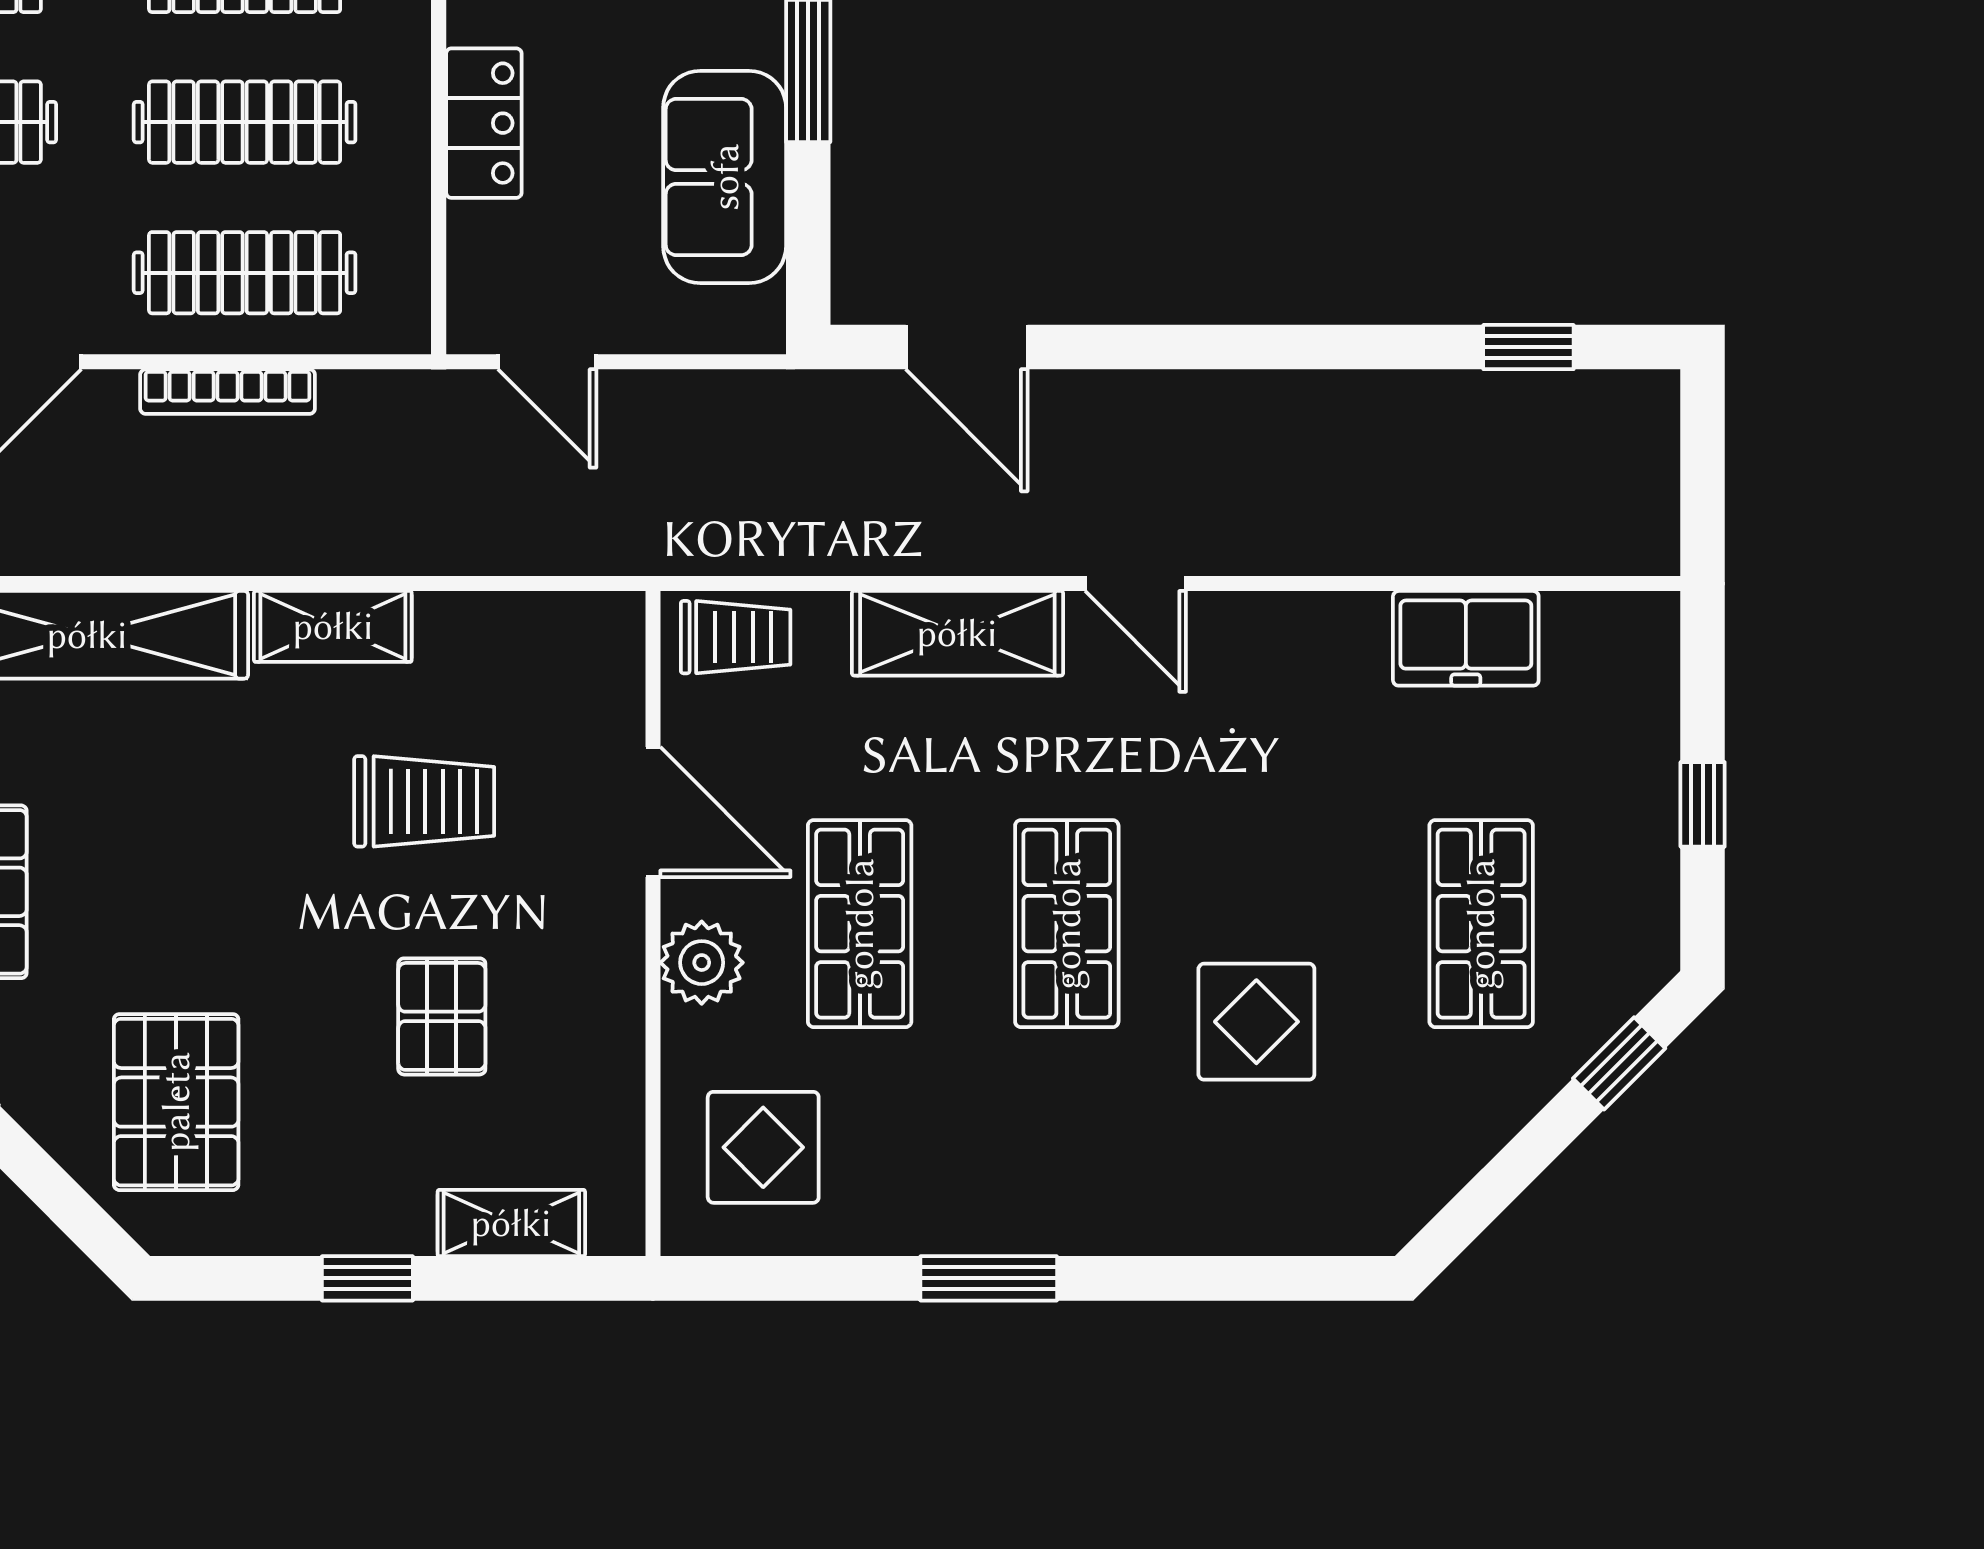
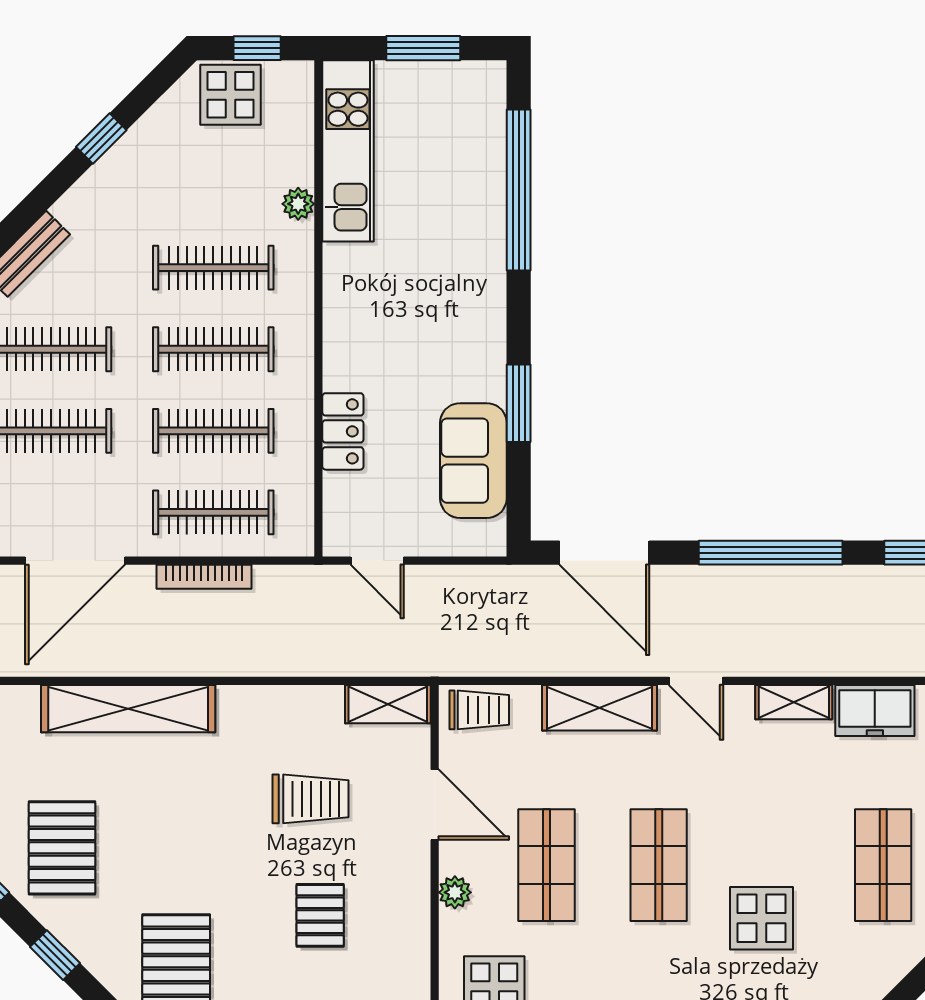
door: (967, 347) -> (604, 553), width x1.36
window: (1273, 347) -> (771, 553), added
shelving: (1316, 623) -> (794, 702), added
shelving: (333, 626) -> (388, 704), moved
plant: (702, 963) -> (455, 892), width x0.73, depth x0.73

